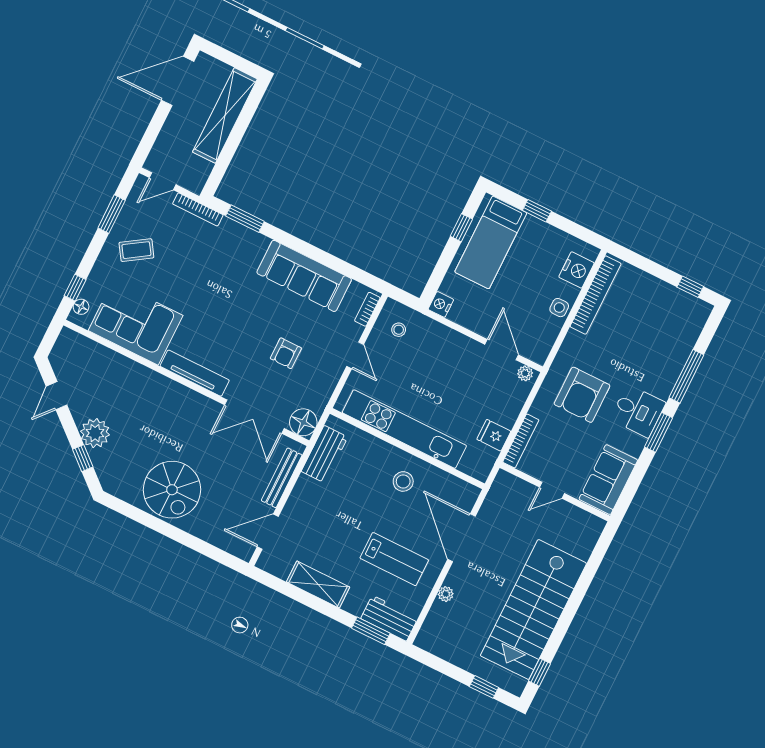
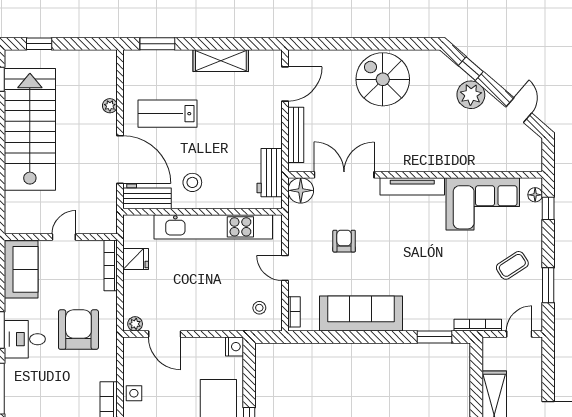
workbench: (389, 618) -> (147, 196), moved, turned 180

